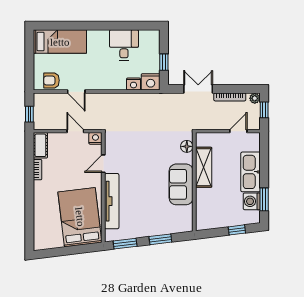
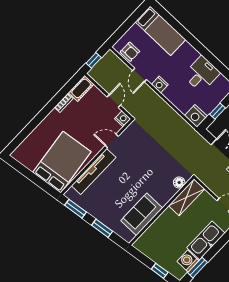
armchair: (51, 80) -> (130, 52), turned 180
nightstand: (133, 84) -> (160, 84), moved
shelving: (204, 167) -> (187, 197), moved
sofa: (181, 184) -> (142, 214), moved

